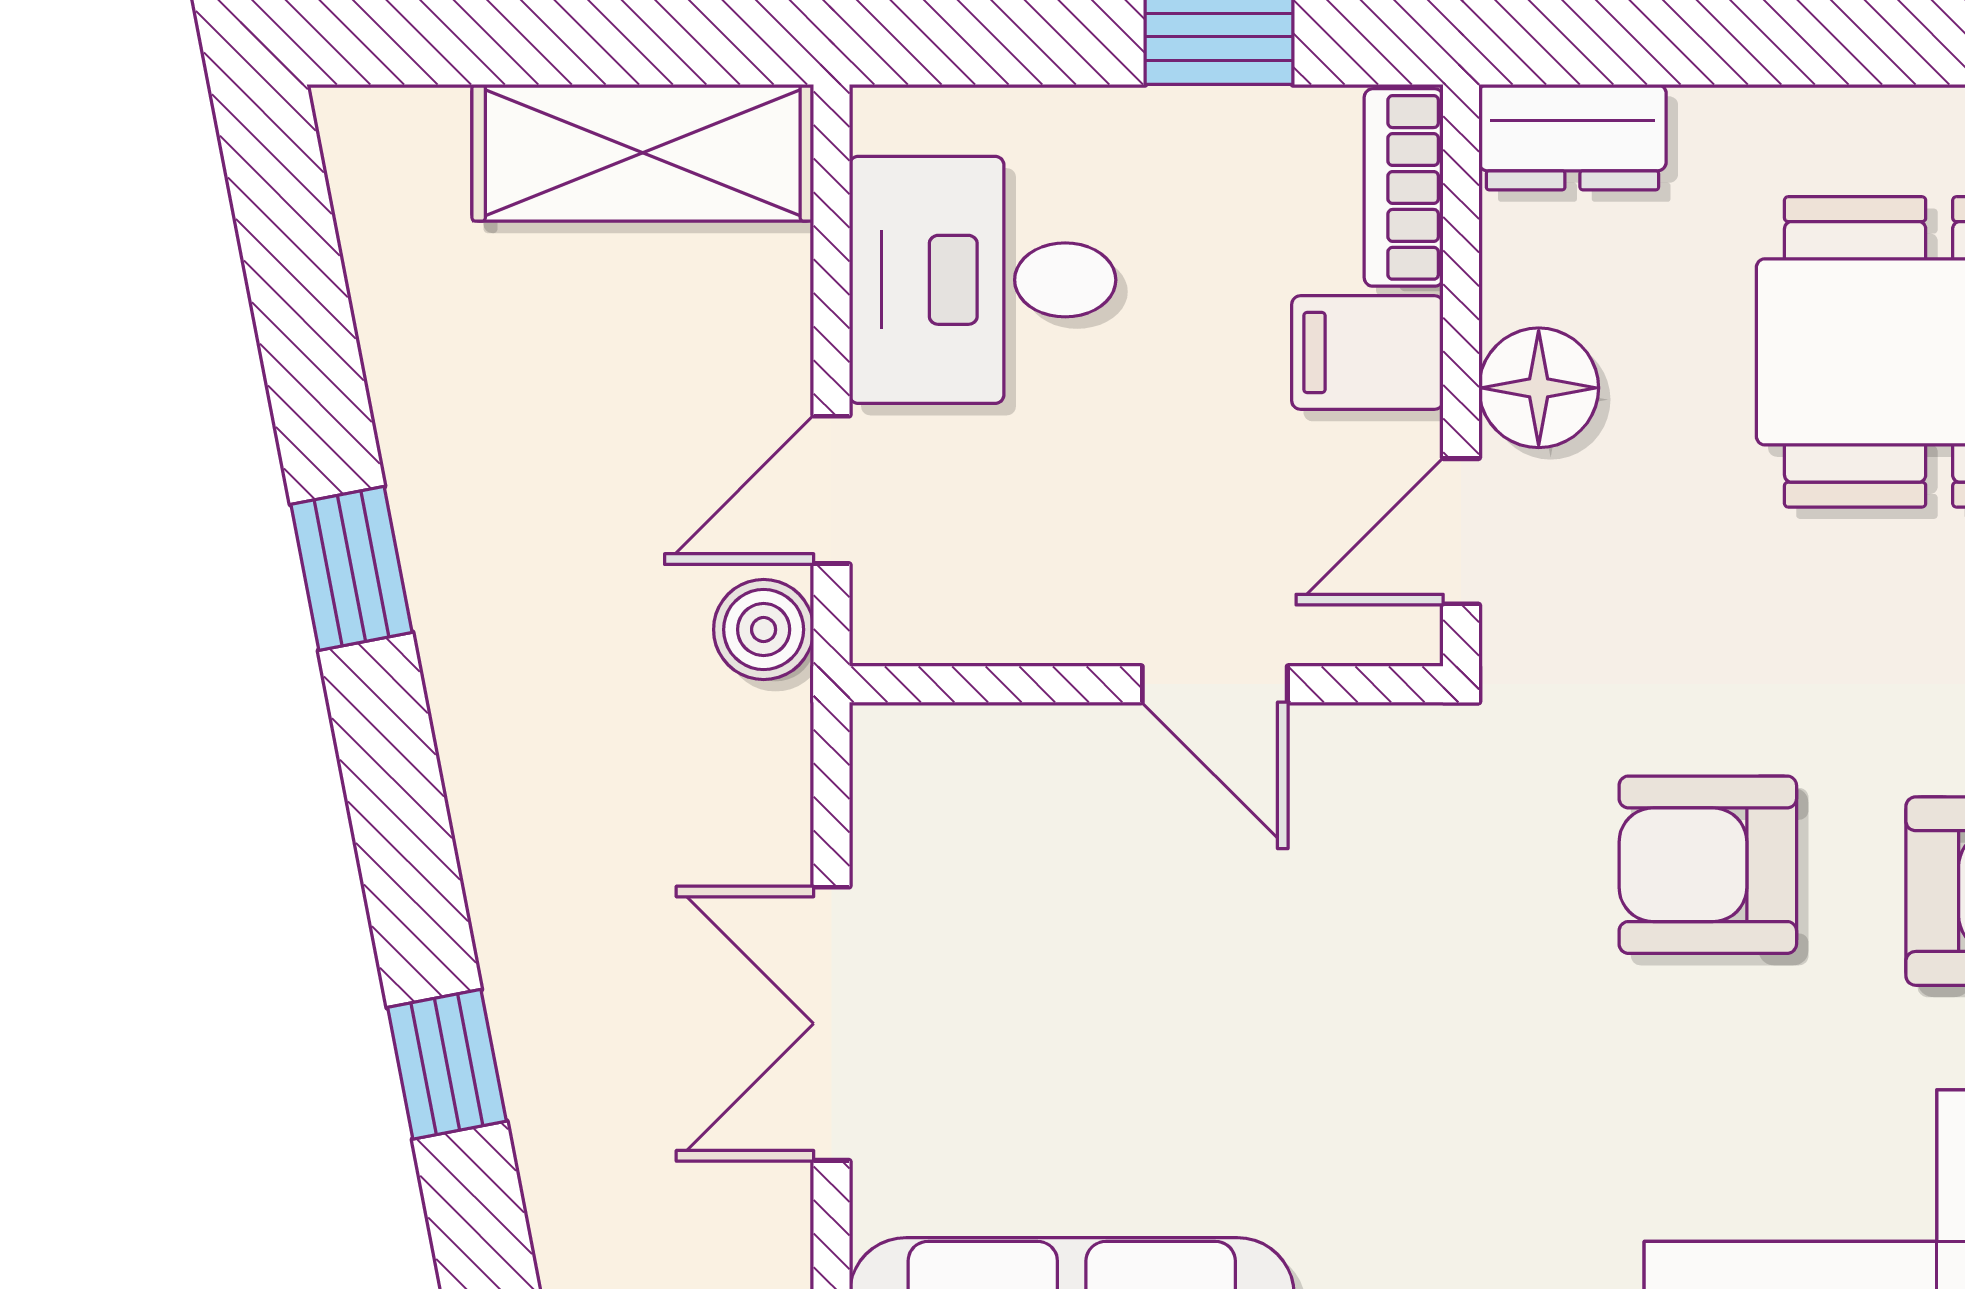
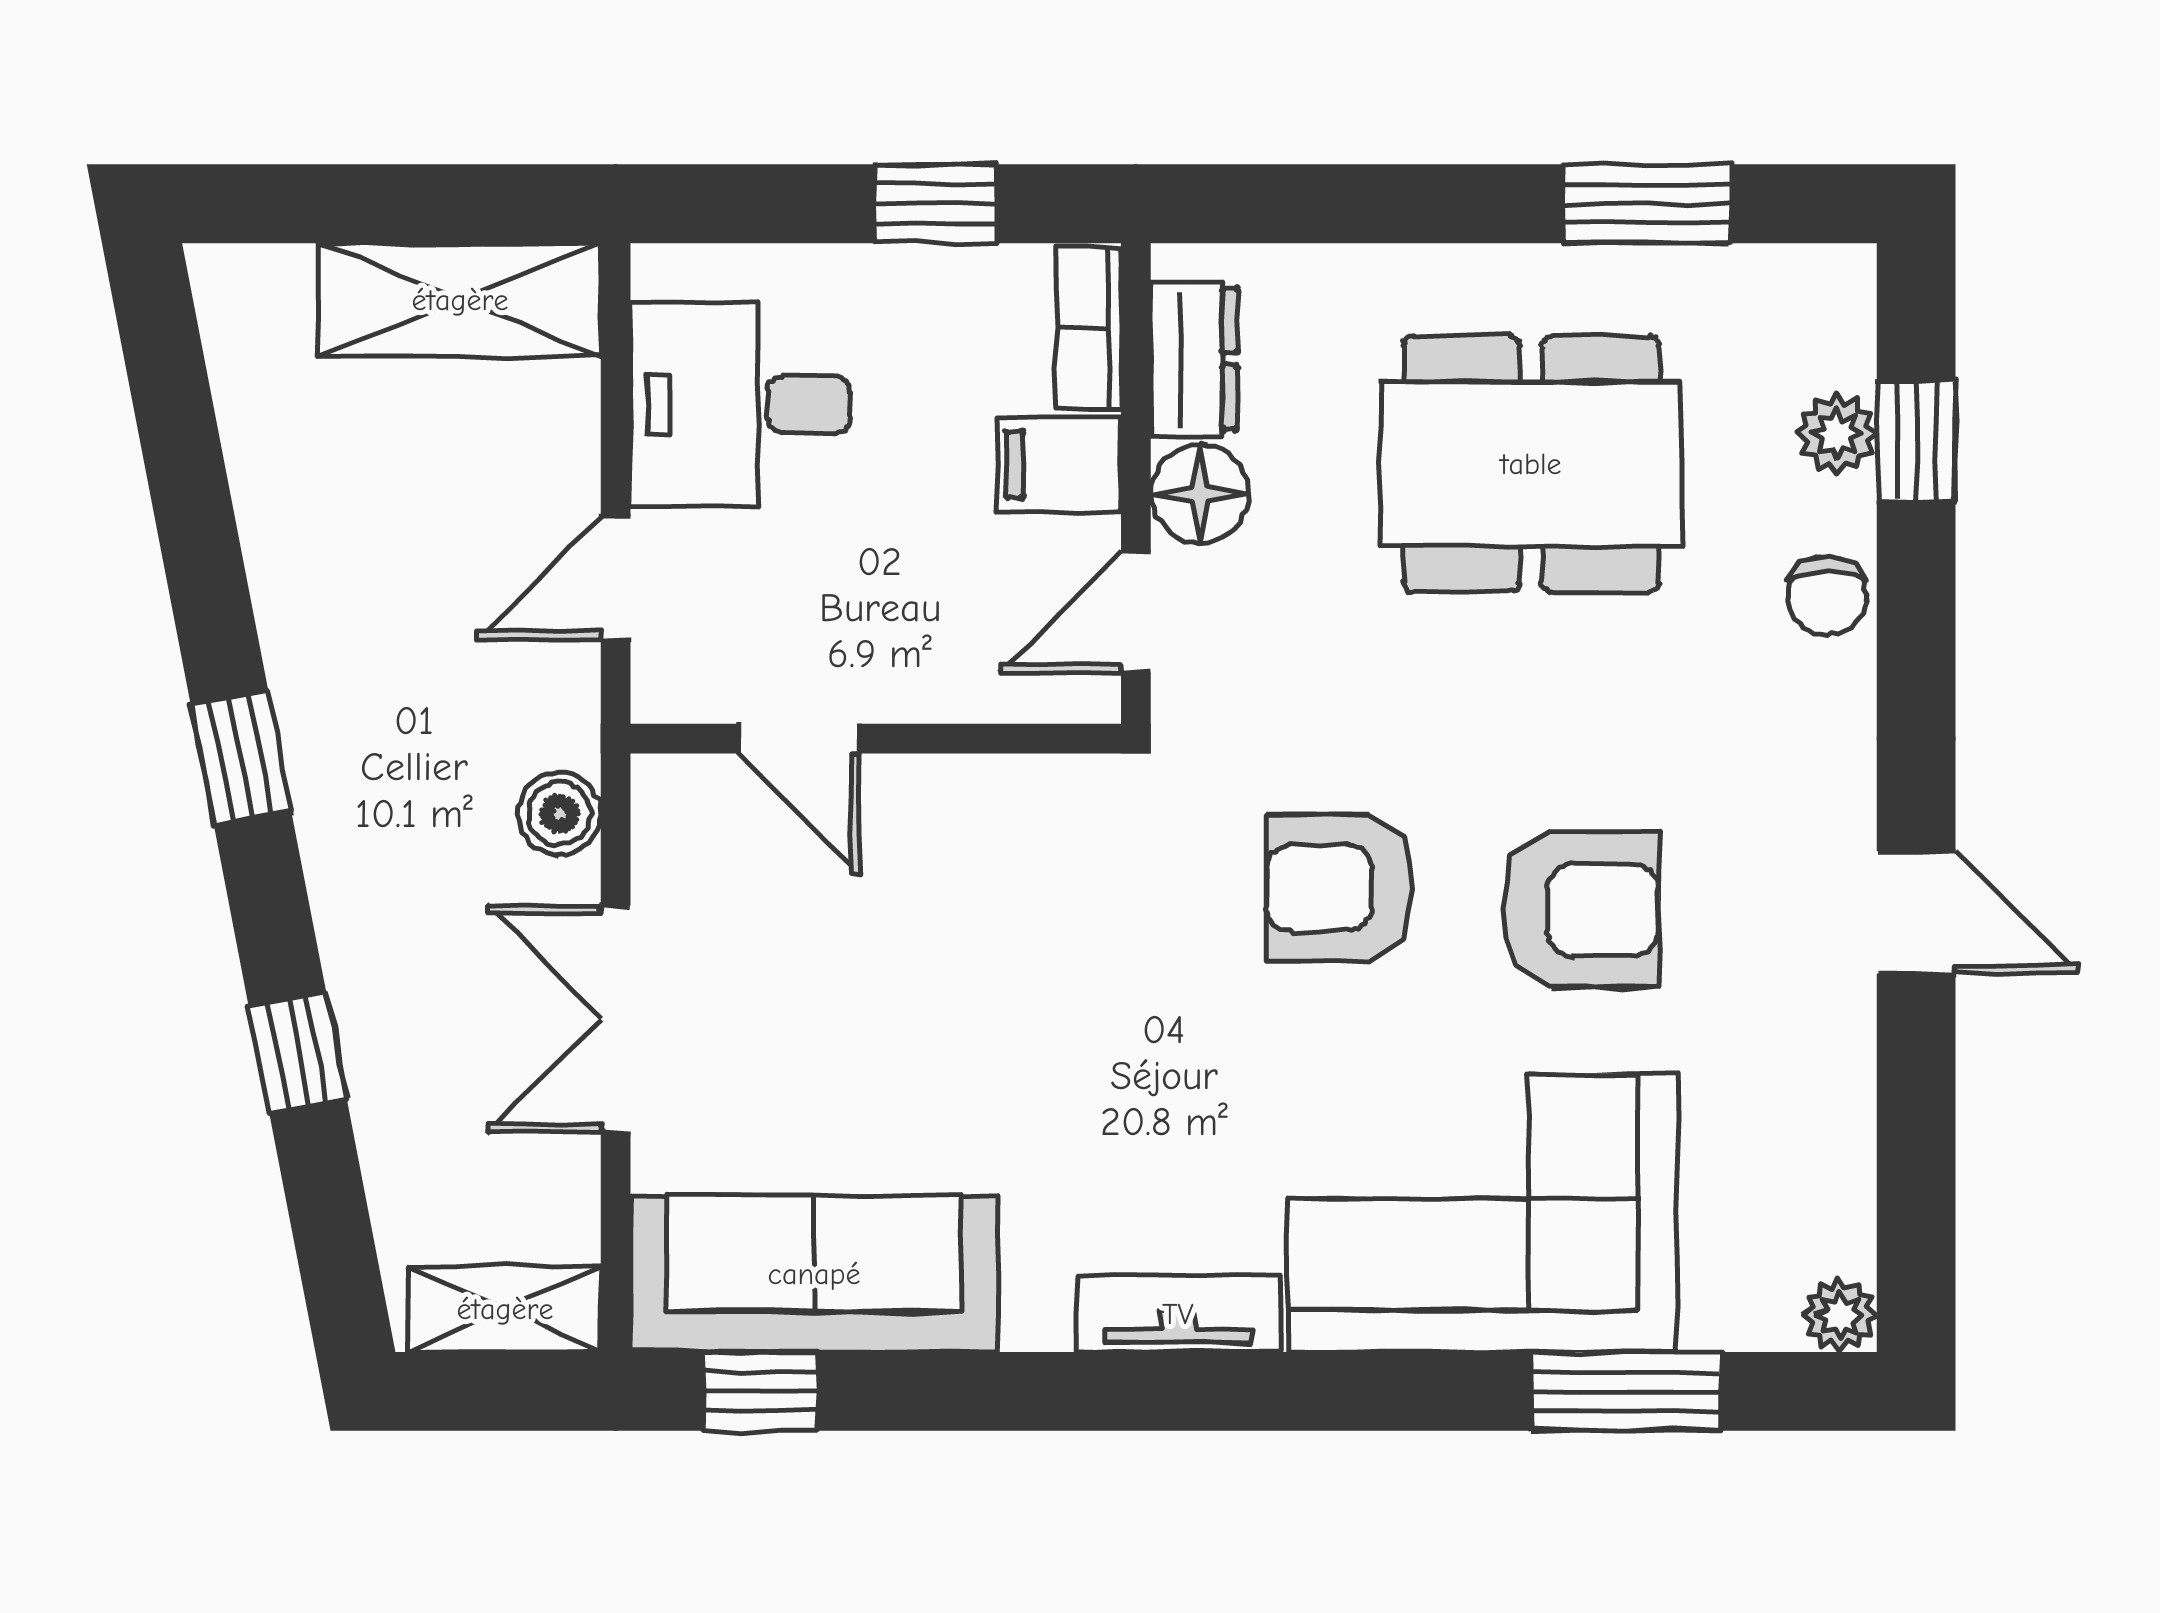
dresser: (1572, 137) -> (1194, 359), moved, turned -90
window: (352, 568) -> (241, 758), moved
boiler: (764, 630) -> (559, 814), moved
door: (1215, 684) -> (799, 739), moved

